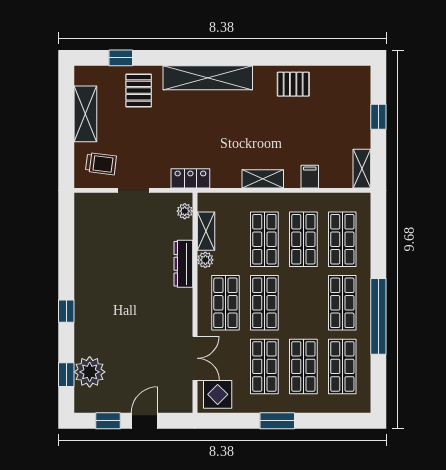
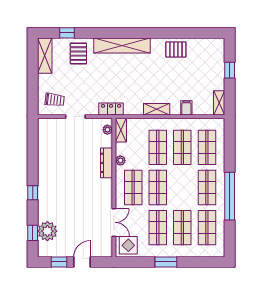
shelving: (85, 114) -> (45, 56), moved
shelving: (206, 231) -> (121, 130), moved

